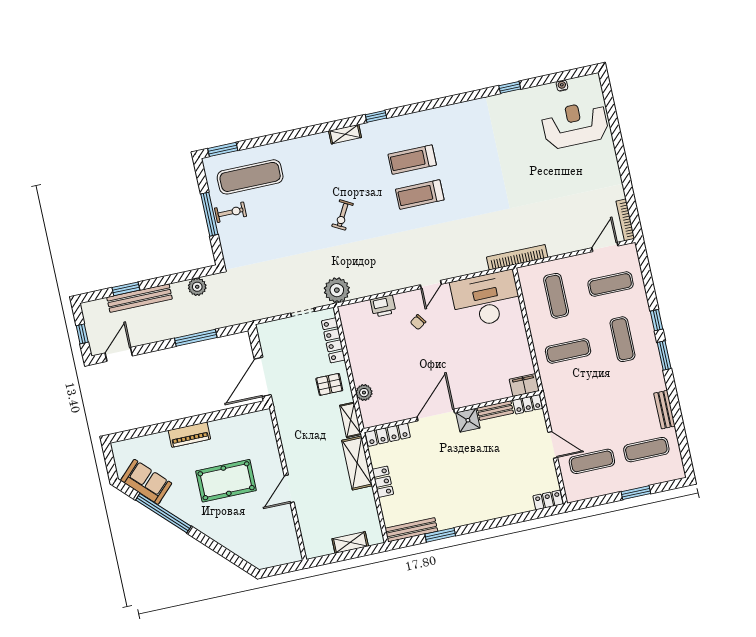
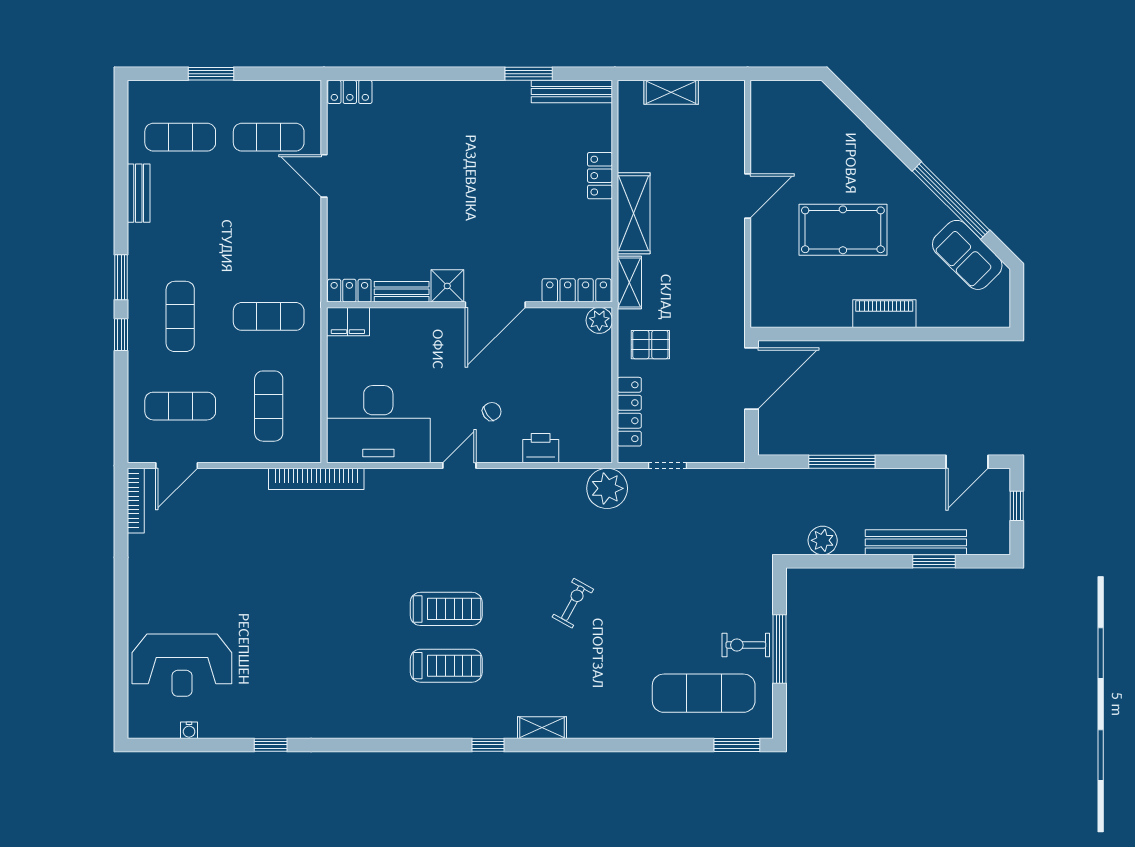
filing cabinet: (524, 385) -> (348, 322), moved
locker: (528, 404) -> (349, 291), moved
bench: (495, 411) -> (402, 292), moved
wall: (452, 412) -> (469, 305), moved
door: (436, 415) -> (495, 305), moved
shower: (468, 420) -> (447, 286), moved
locker: (388, 435) -> (577, 290), moved

